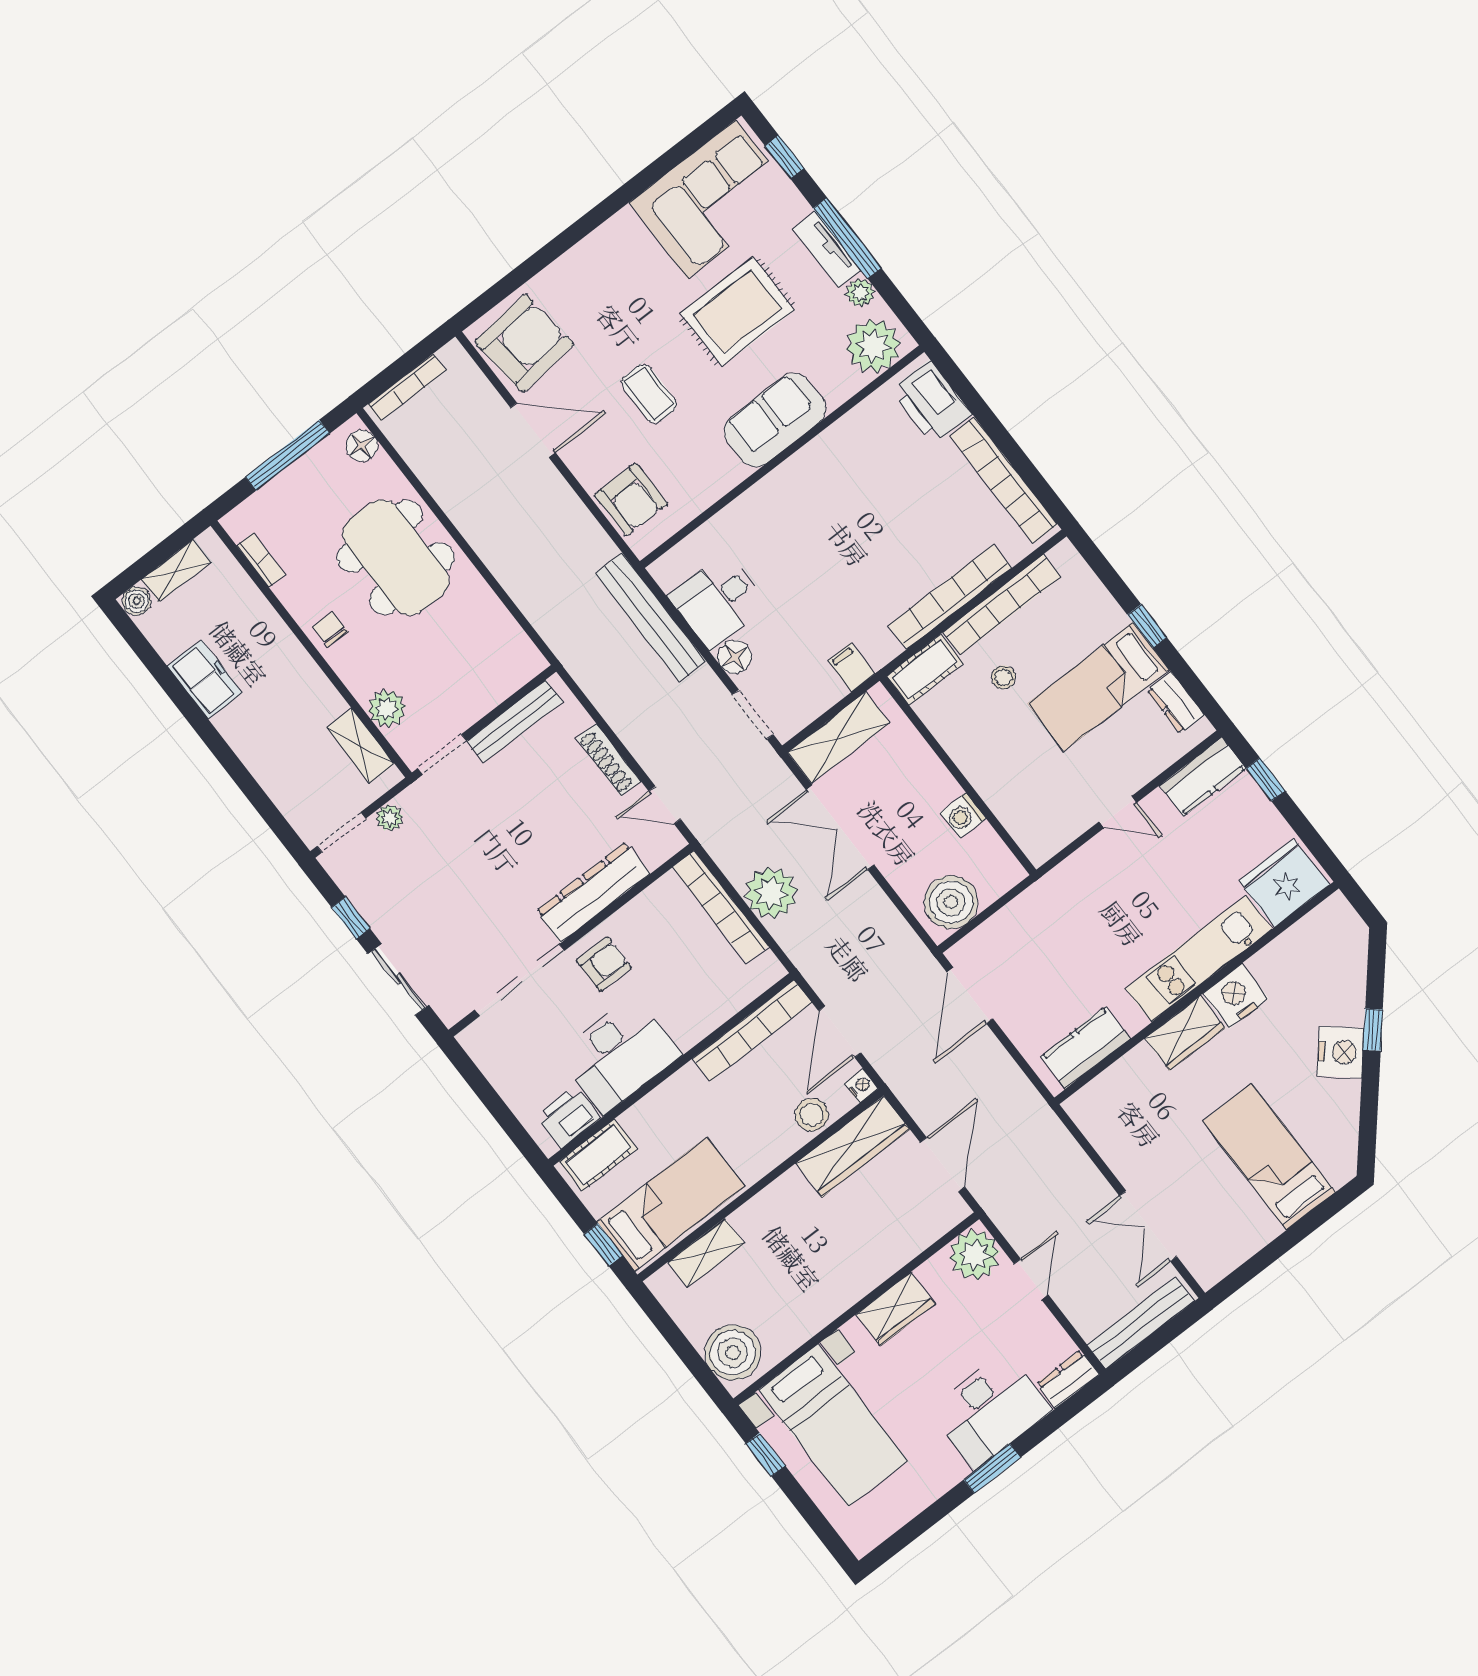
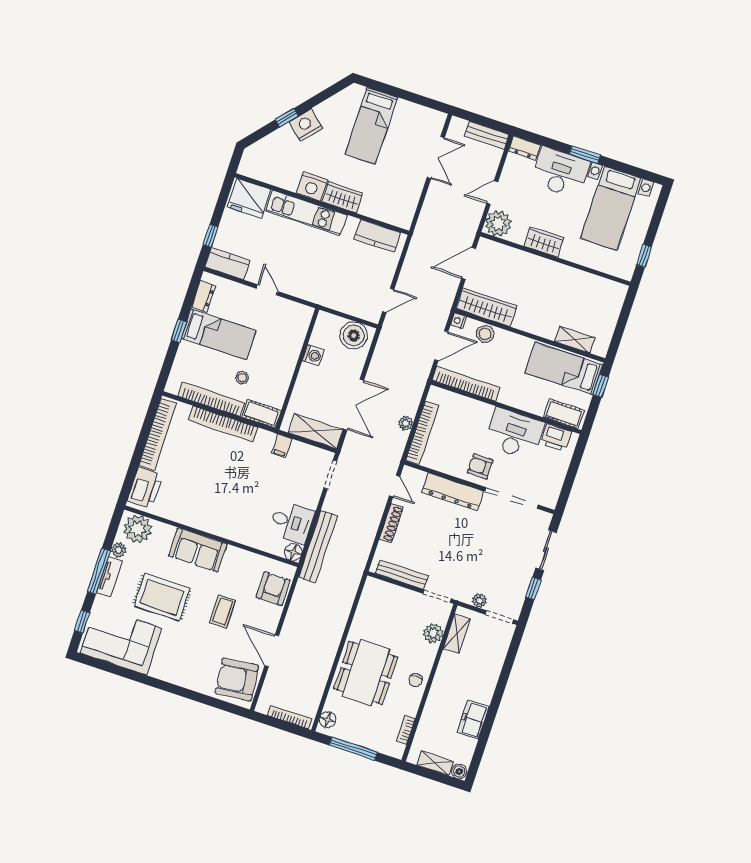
floor lamp: (735, 657) -> (293, 552), moved
plant: (771, 893) -> (406, 423), width x0.53, depth x0.53
door: (970, 995) -> (388, 301), width x0.73
bench: (1141, 1323) -> (487, 135), width x0.73
boiler: (733, 1353) -> (610, 299), removed
bed with nightstands: (833, 1425) -> (611, 208), moved, turned 180

